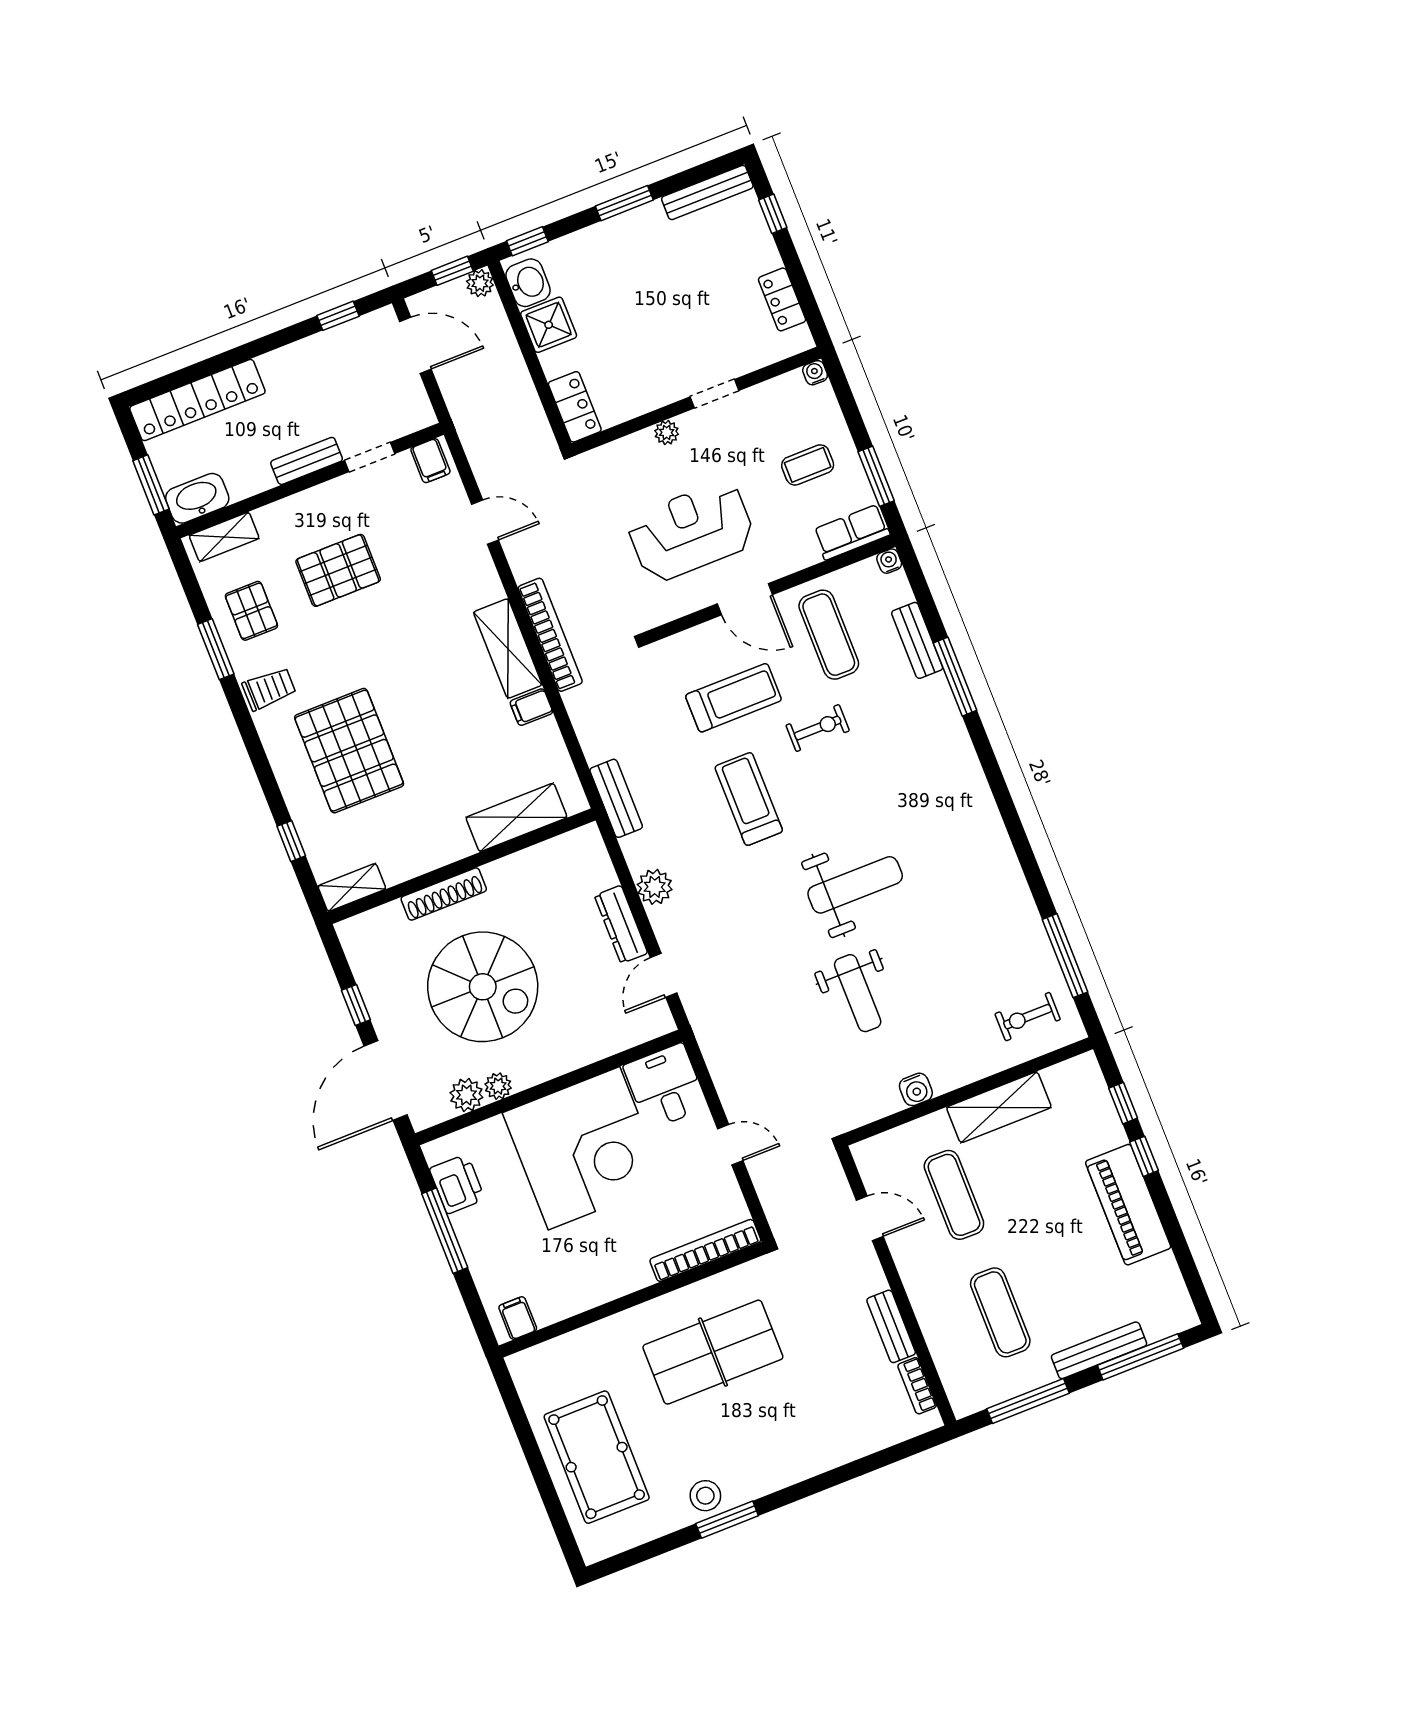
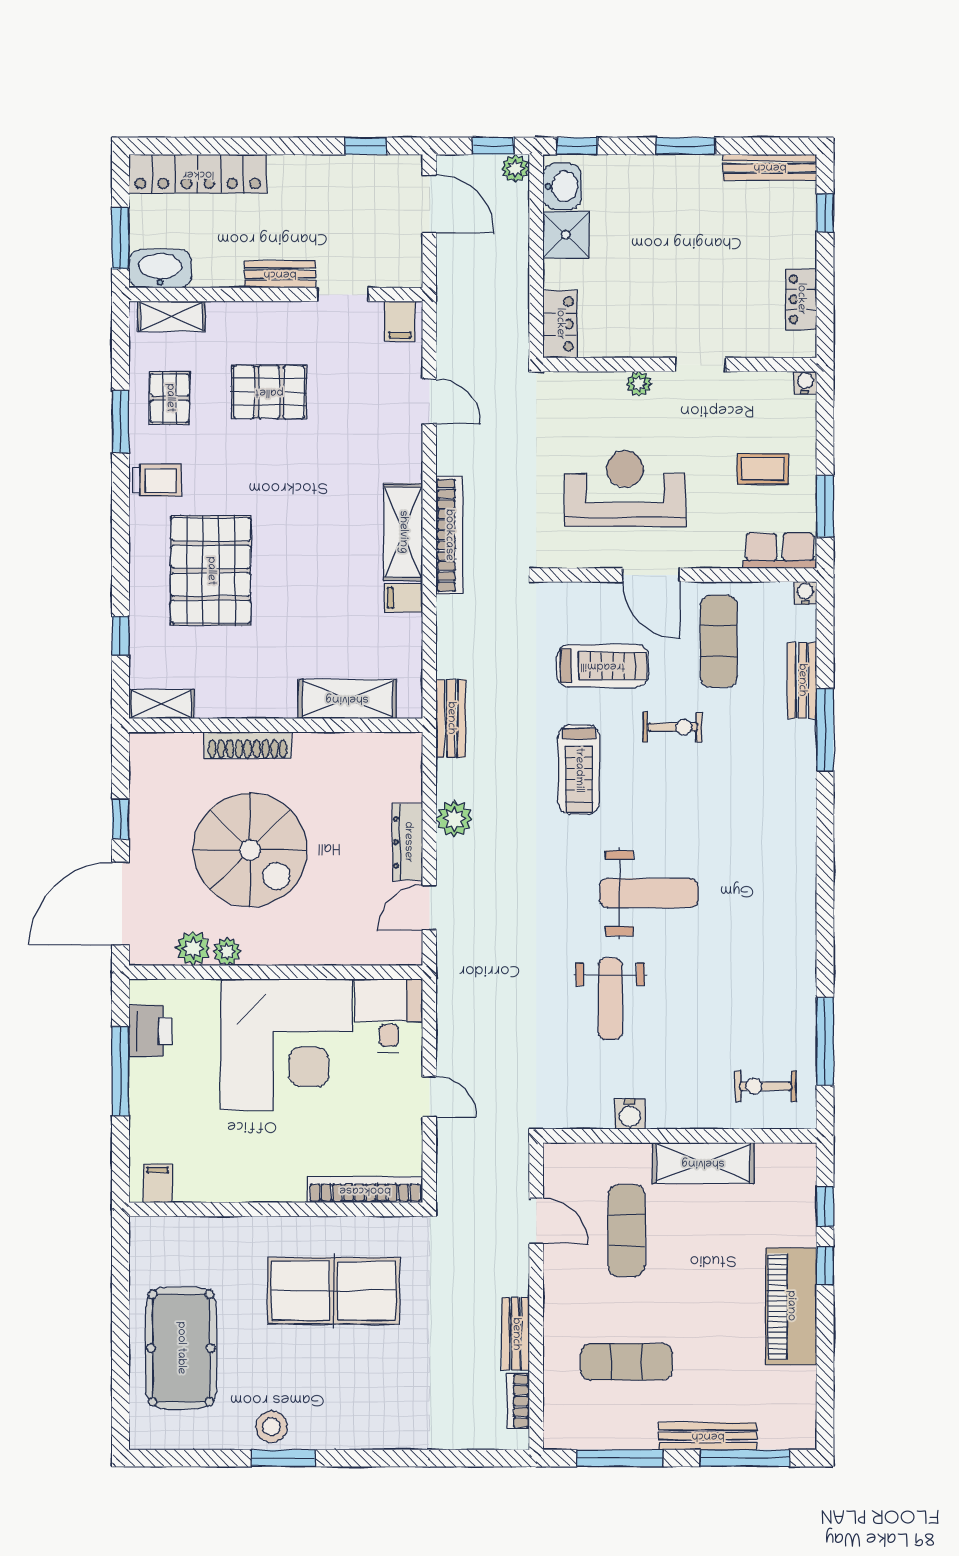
treadmill: (749, 799) -> (579, 770), turned 180
exercise mat: (1000, 1312) -> (626, 1362), turned 90

